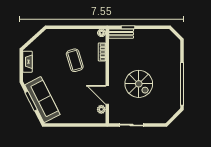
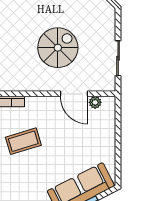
door: (107, 95) -> (74, 94), hinge flipped

